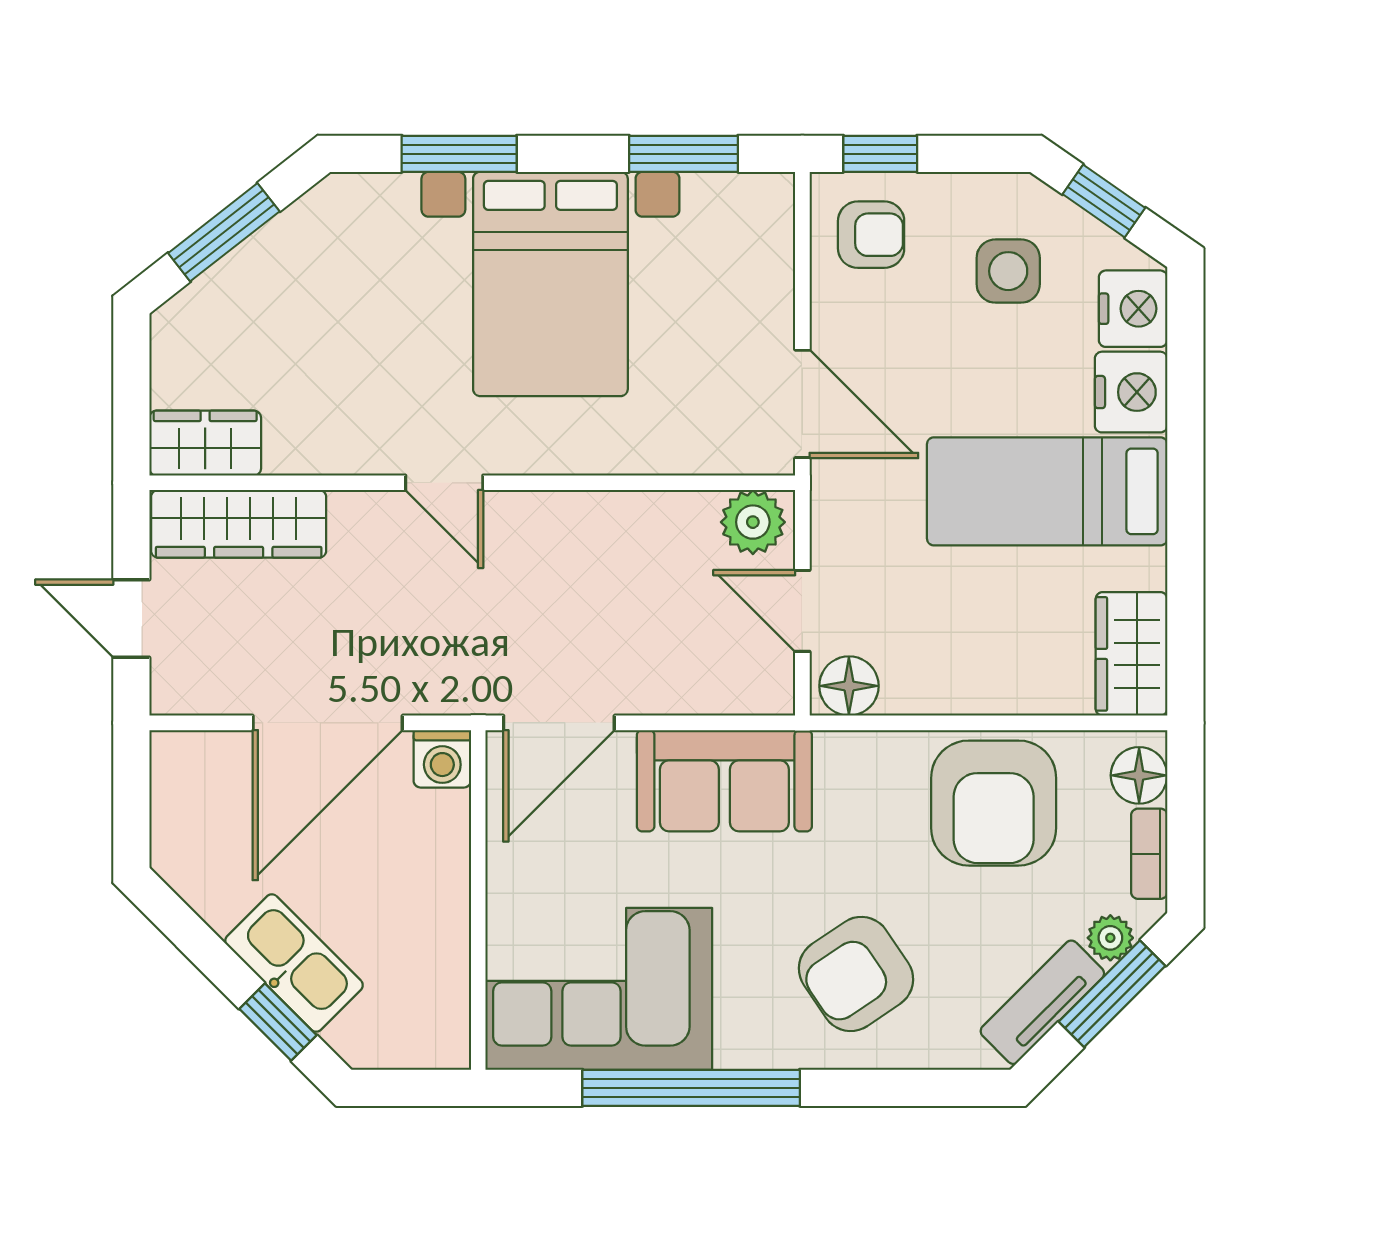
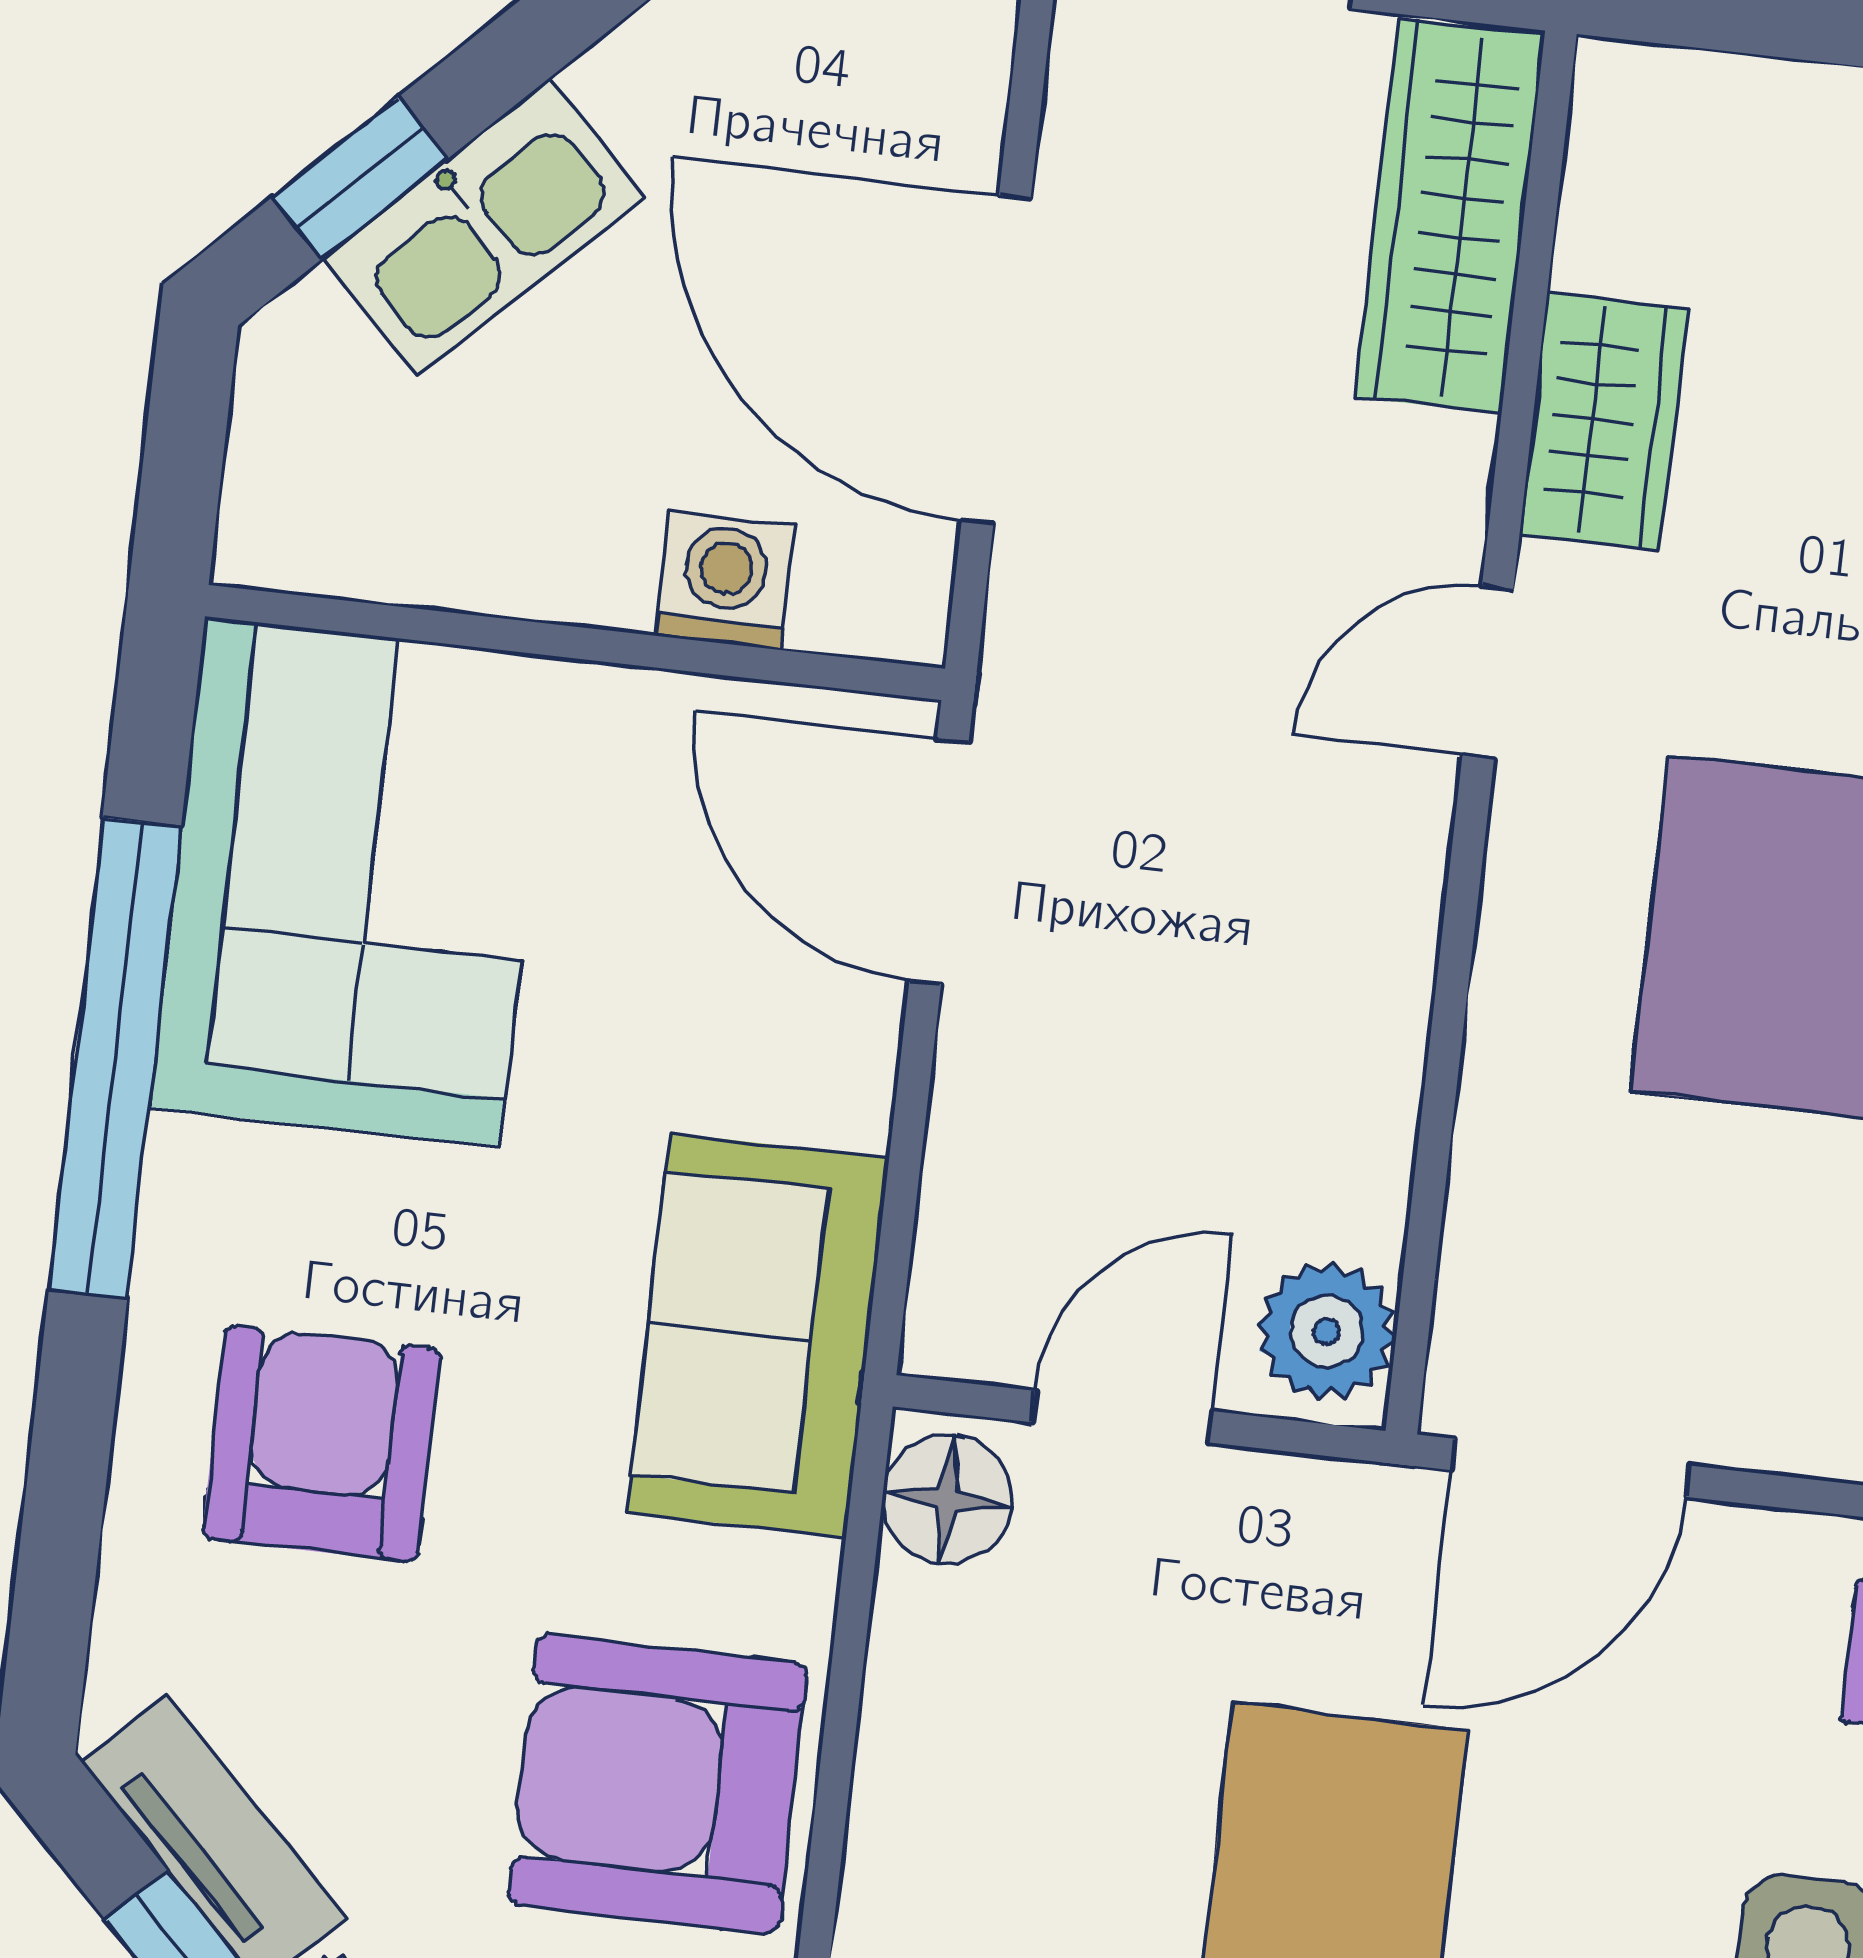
wardrobe: (205, 443) -> (1604, 421), moved
washing machine: (442, 759) -> (725, 581), moved, turned 90
sofa: (724, 781) -> (758, 1335), moved
armchair: (856, 974) -> (321, 1443), turned 34

